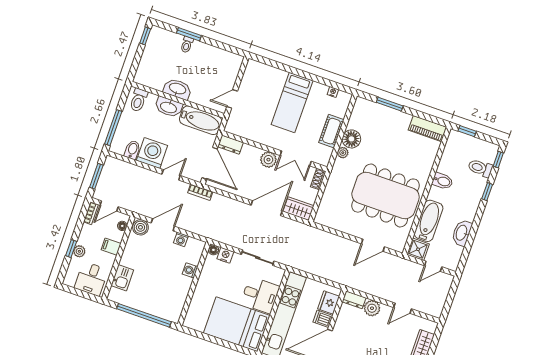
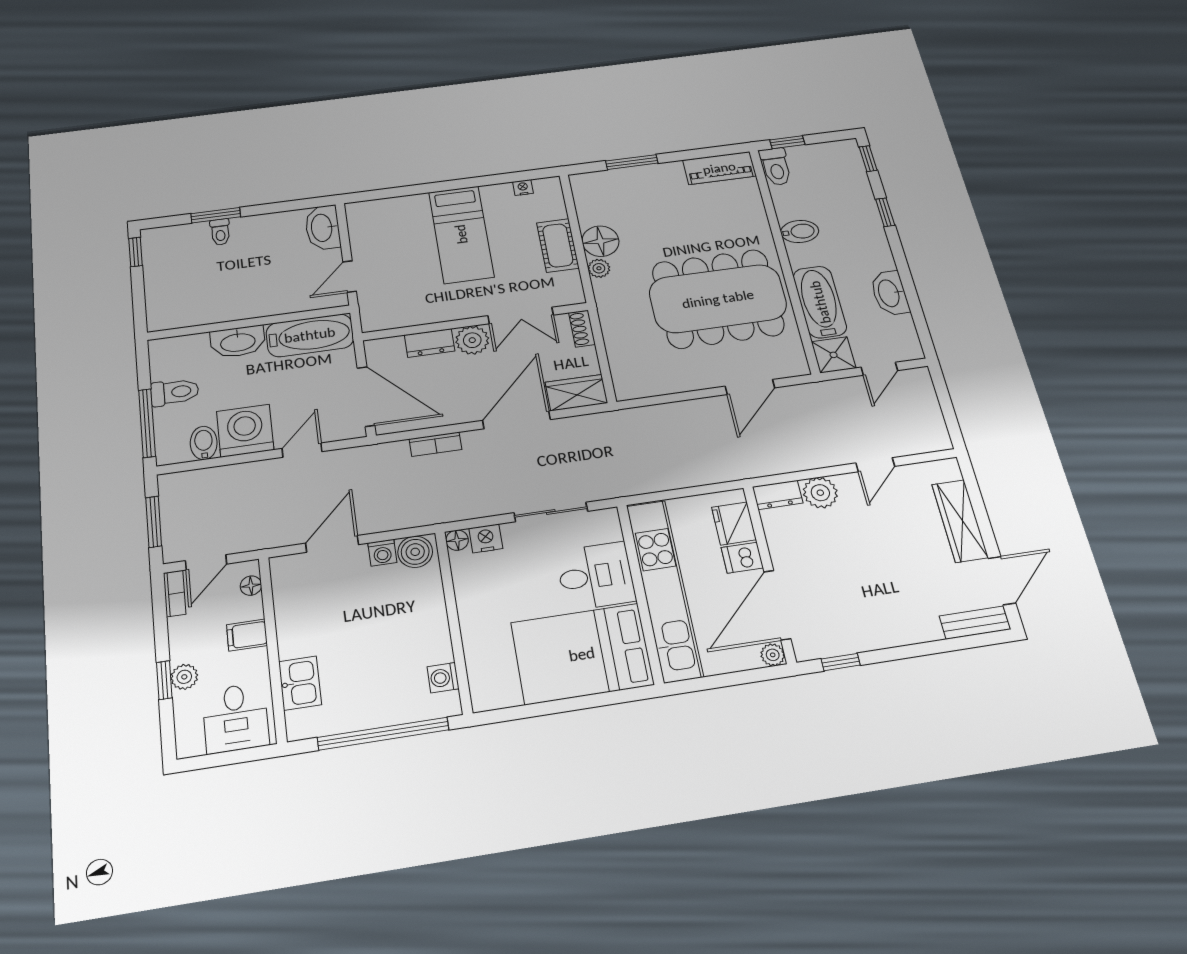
washbasin: (177, 89) -> (323, 228), moved, turned -90
toilet: (138, 100) -> (175, 392), moved, turned -90
dresser: (230, 145) -> (430, 343), moved
toilet: (480, 168) -> (776, 167), moved, turned -90
bookcase: (200, 192) -> (435, 444), moved
boiler: (140, 227) -> (415, 552), moved
washing machine: (190, 270) -> (443, 678), moved

